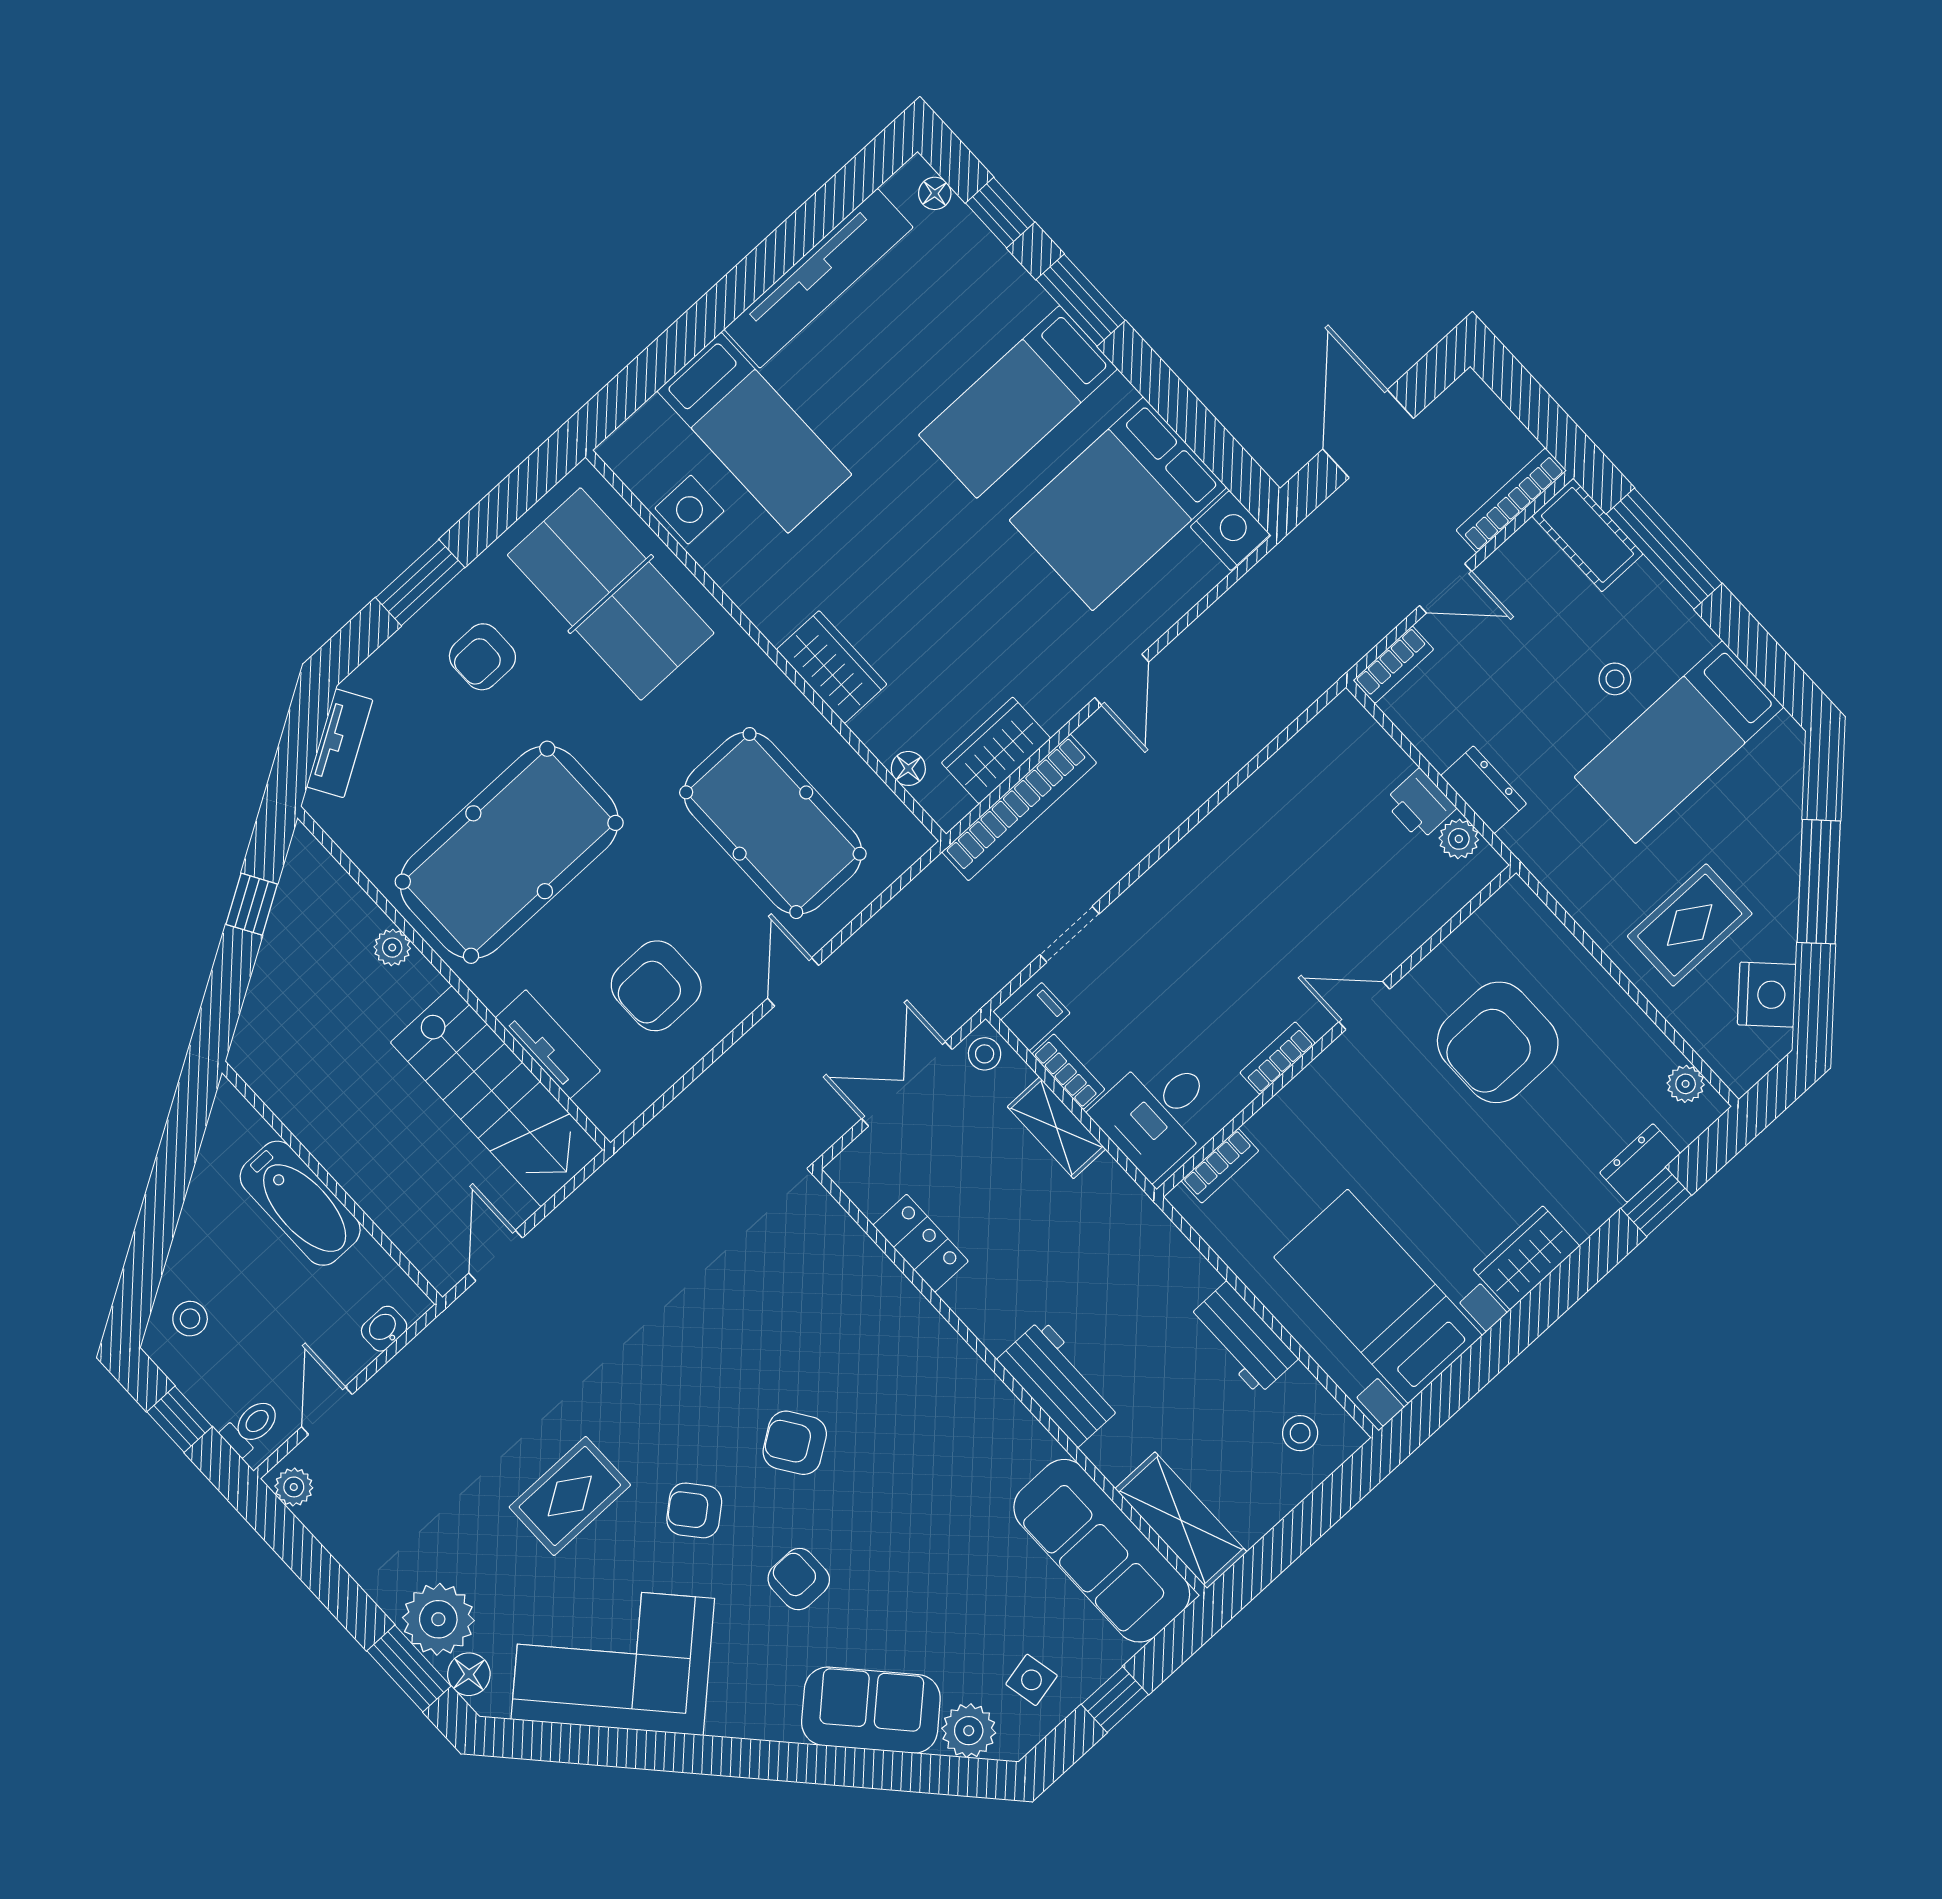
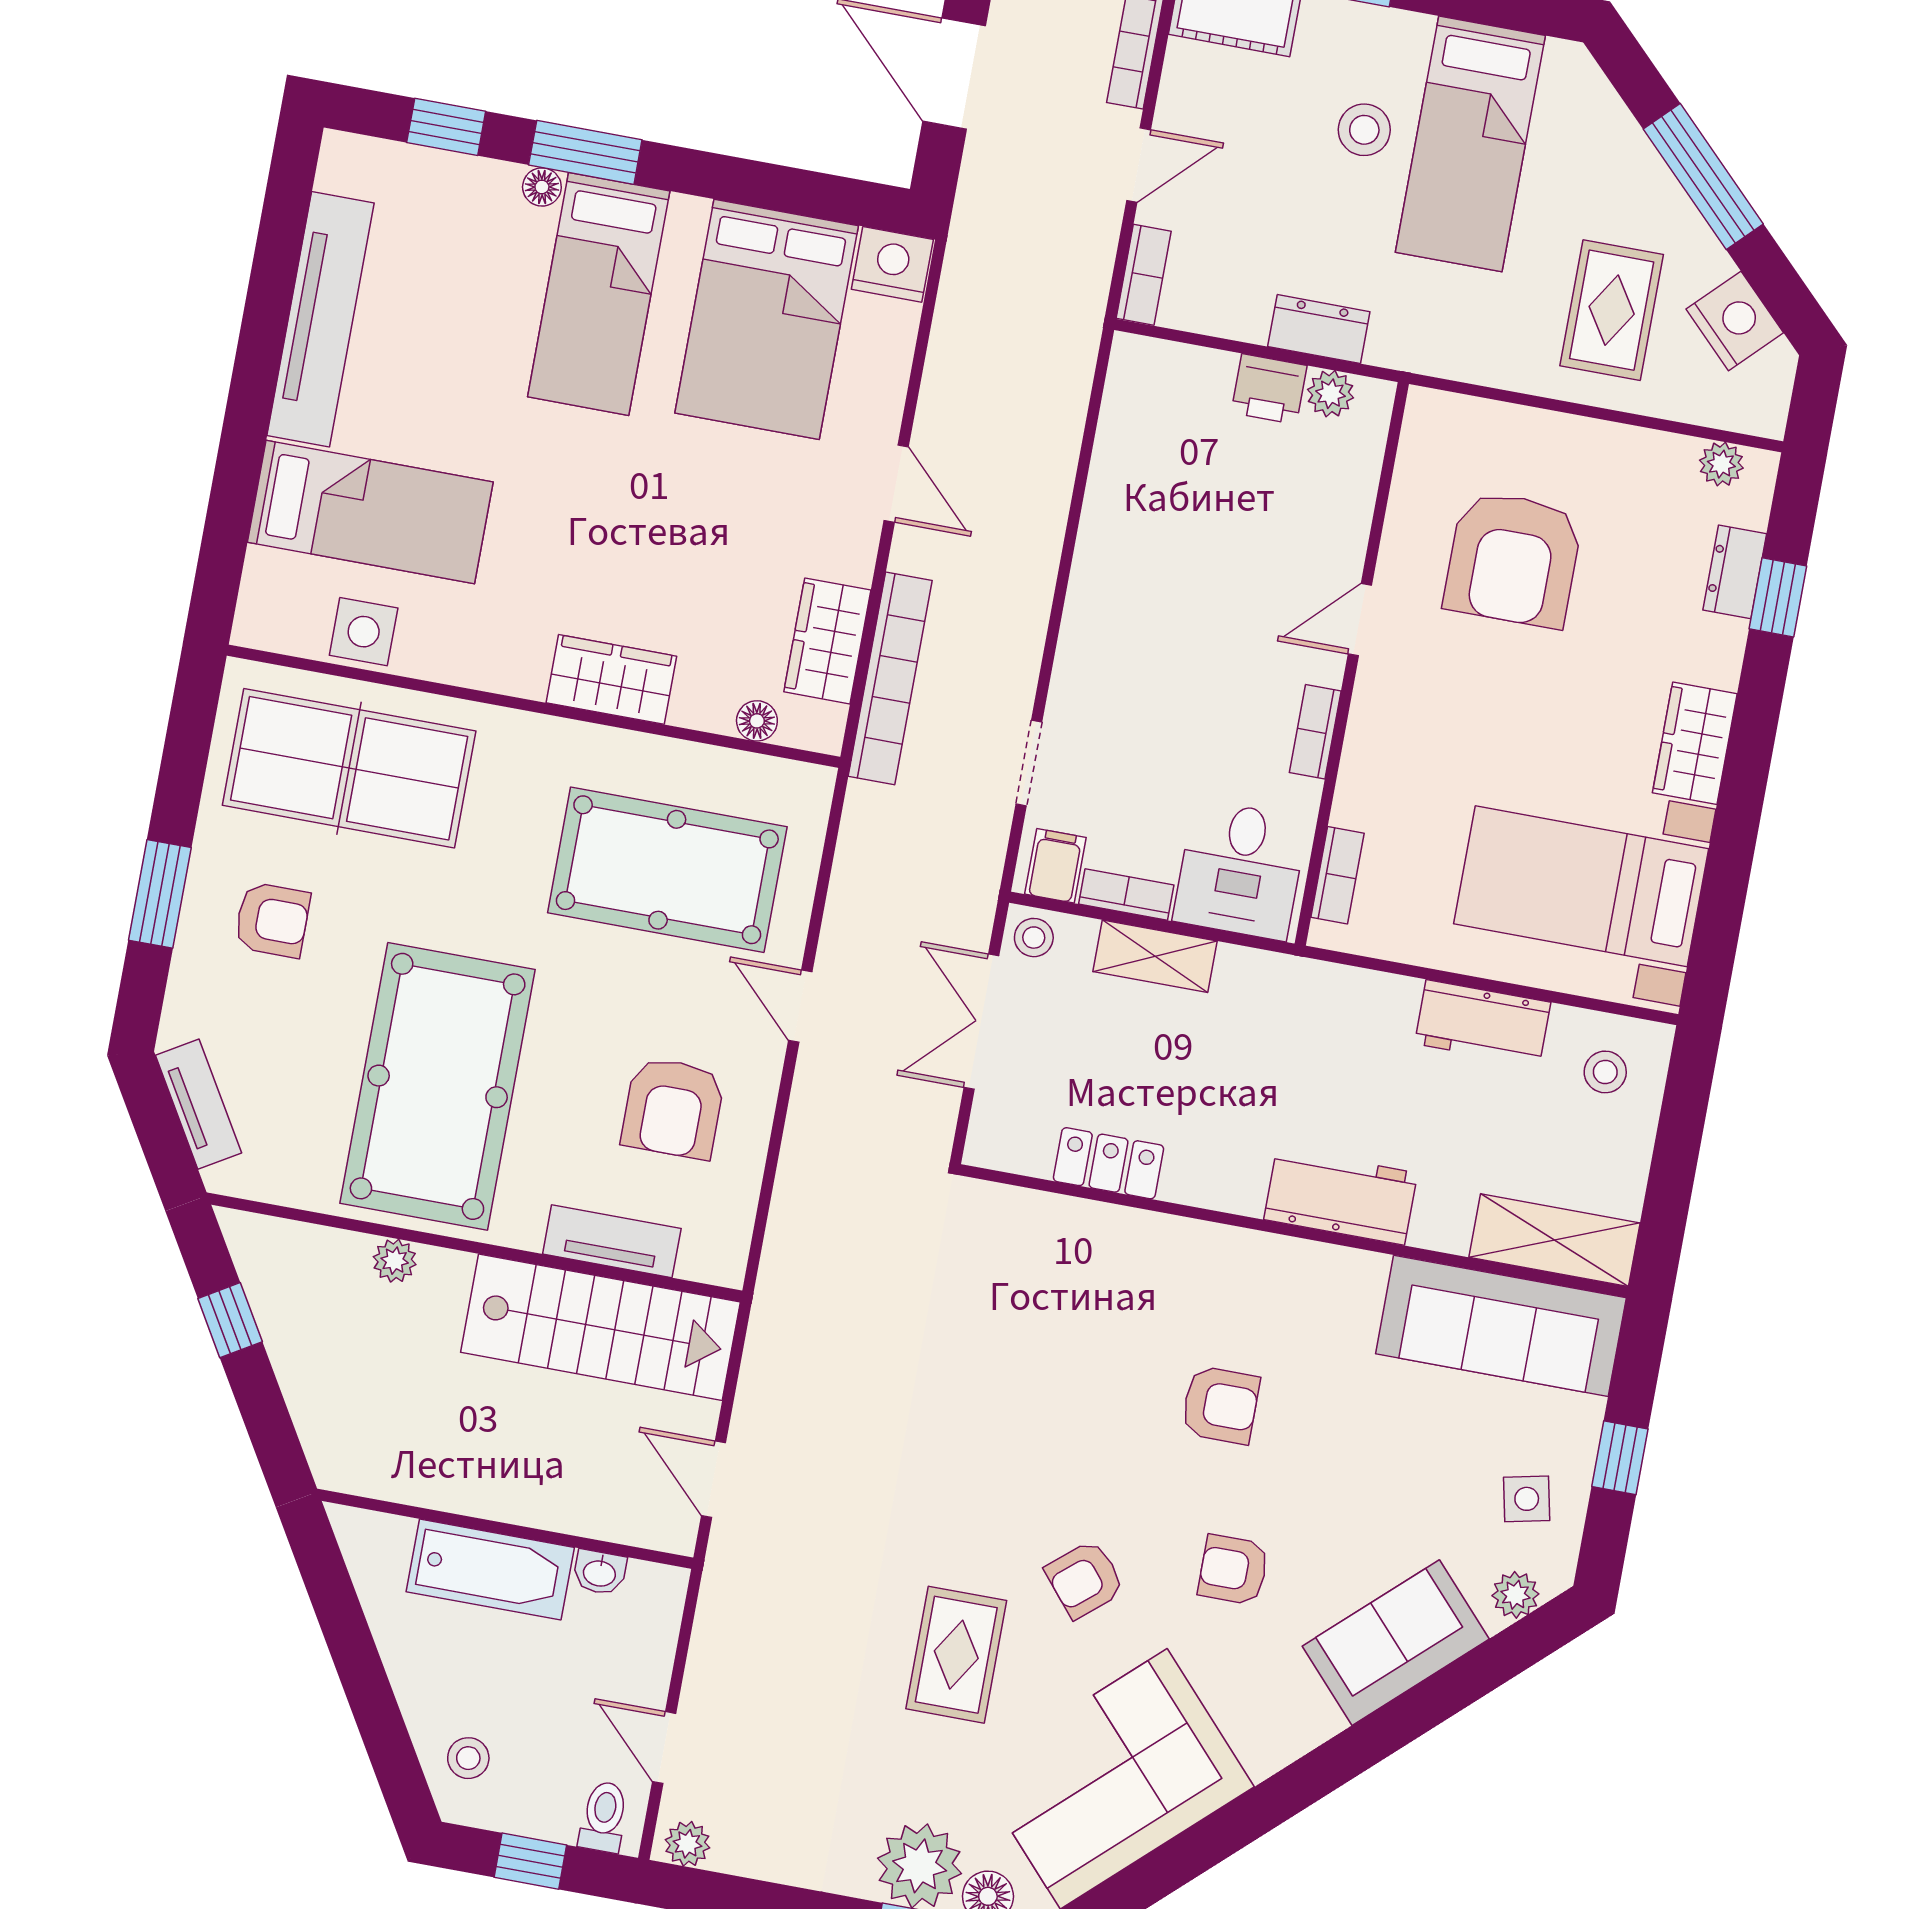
floor lamp: (935, 193) -> (542, 187), moved
armchair: (482, 657) -> (272, 920), turned -90
stool: (1615, 679) -> (1364, 130), width x1.37, depth x1.37
washbasin: (384, 1329) -> (600, 1572), moved, turned -90
armchair: (795, 1443) -> (1220, 1405), moved, turned -146
plant: (969, 1731) -> (1515, 1595), width x0.73, depth x0.73

